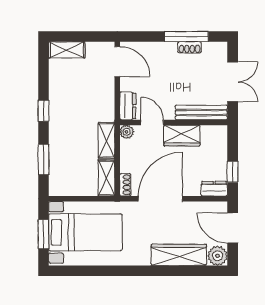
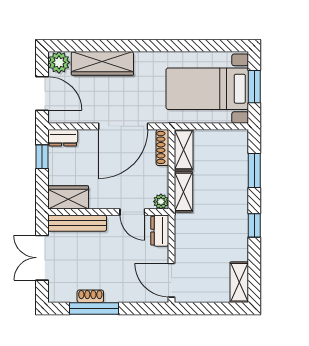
shelving: (67, 50) -> (239, 282), moved, turned 90
wardrobe: (182, 136) -> (68, 197), moved
shoe rack: (125, 185) -> (162, 147), width x1.43

